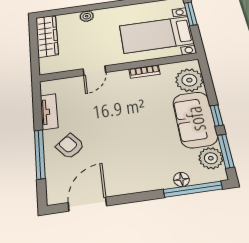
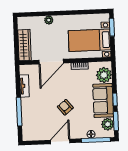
wardrobe: (47, 36) -> (24, 45), moved
door: (94, 71) -> (51, 62), width x1.88
armchair: (70, 146) -> (65, 107), moved
door: (87, 204) -> (60, 141), moved

